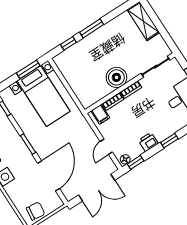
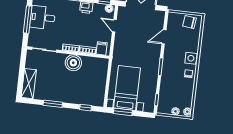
window: (92, 28) -> (53, 104), moved
door: (106, 147) -> (114, 26), swing flipped
door: (49, 176) -> (164, 37), width x0.53

